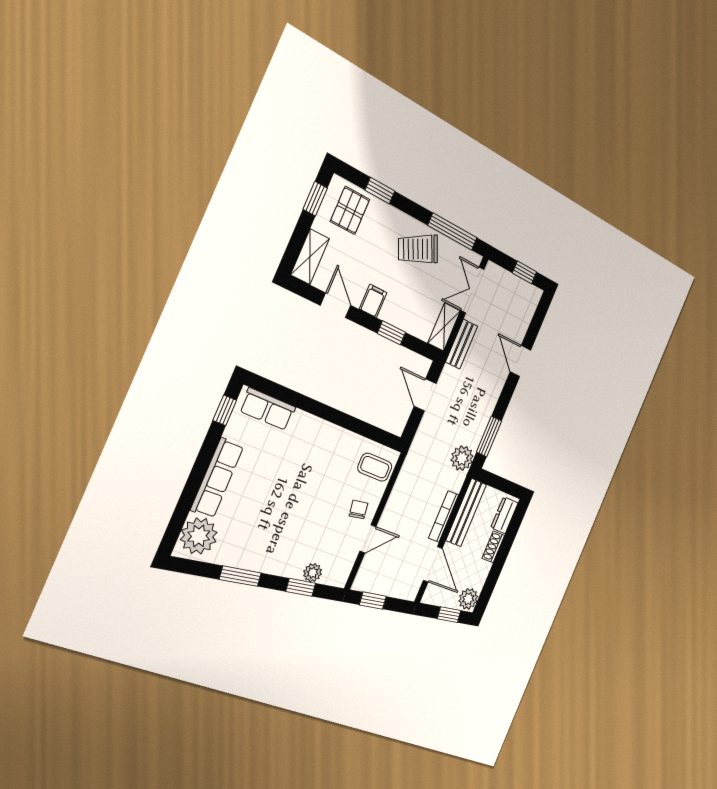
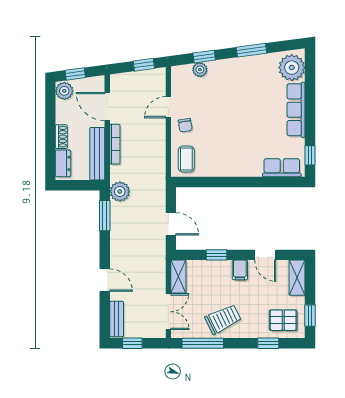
pallet: (350, 210) -> (283, 320), turned 90
bench: (462, 344) -> (117, 319), moved
coffee table: (375, 467) -> (186, 159), turned 90

